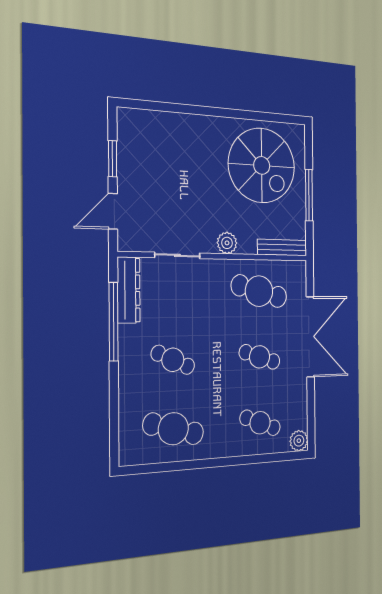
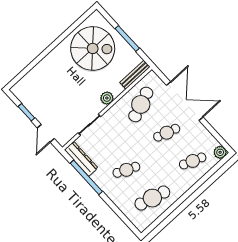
cafe table: (259, 291) -> (141, 104), turned -36

